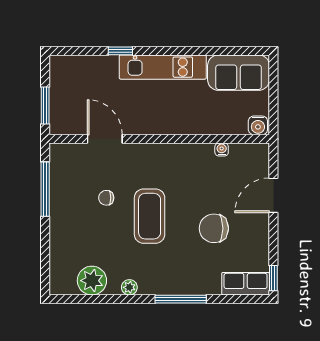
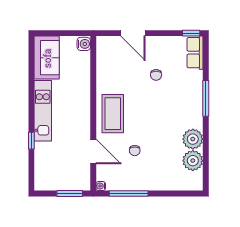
door: (105, 139) -> (93, 152), swing flipped
water cooler: (222, 149) -> (101, 186), moved
coffee table: (150, 216) -> (113, 114), moved, turned 90
chair: (214, 228) -> (156, 75), width x0.54, depth x0.54
plant: (129, 287) -> (193, 139), width x1.88, depth x1.88

